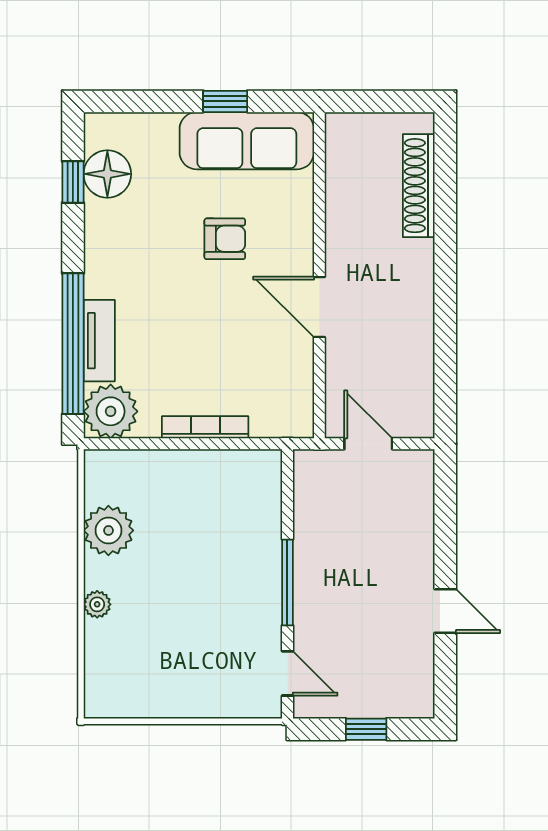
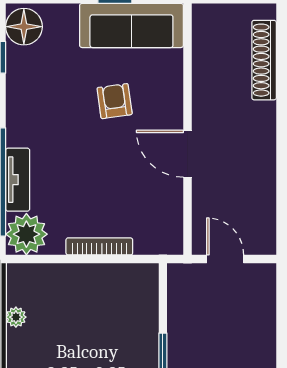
floor lamp: (107, 174) -> (24, 27), moved
armchair: (225, 239) -> (115, 101), turned -98
plant: (108, 530) -> (16, 317), width x0.53, depth x0.53

